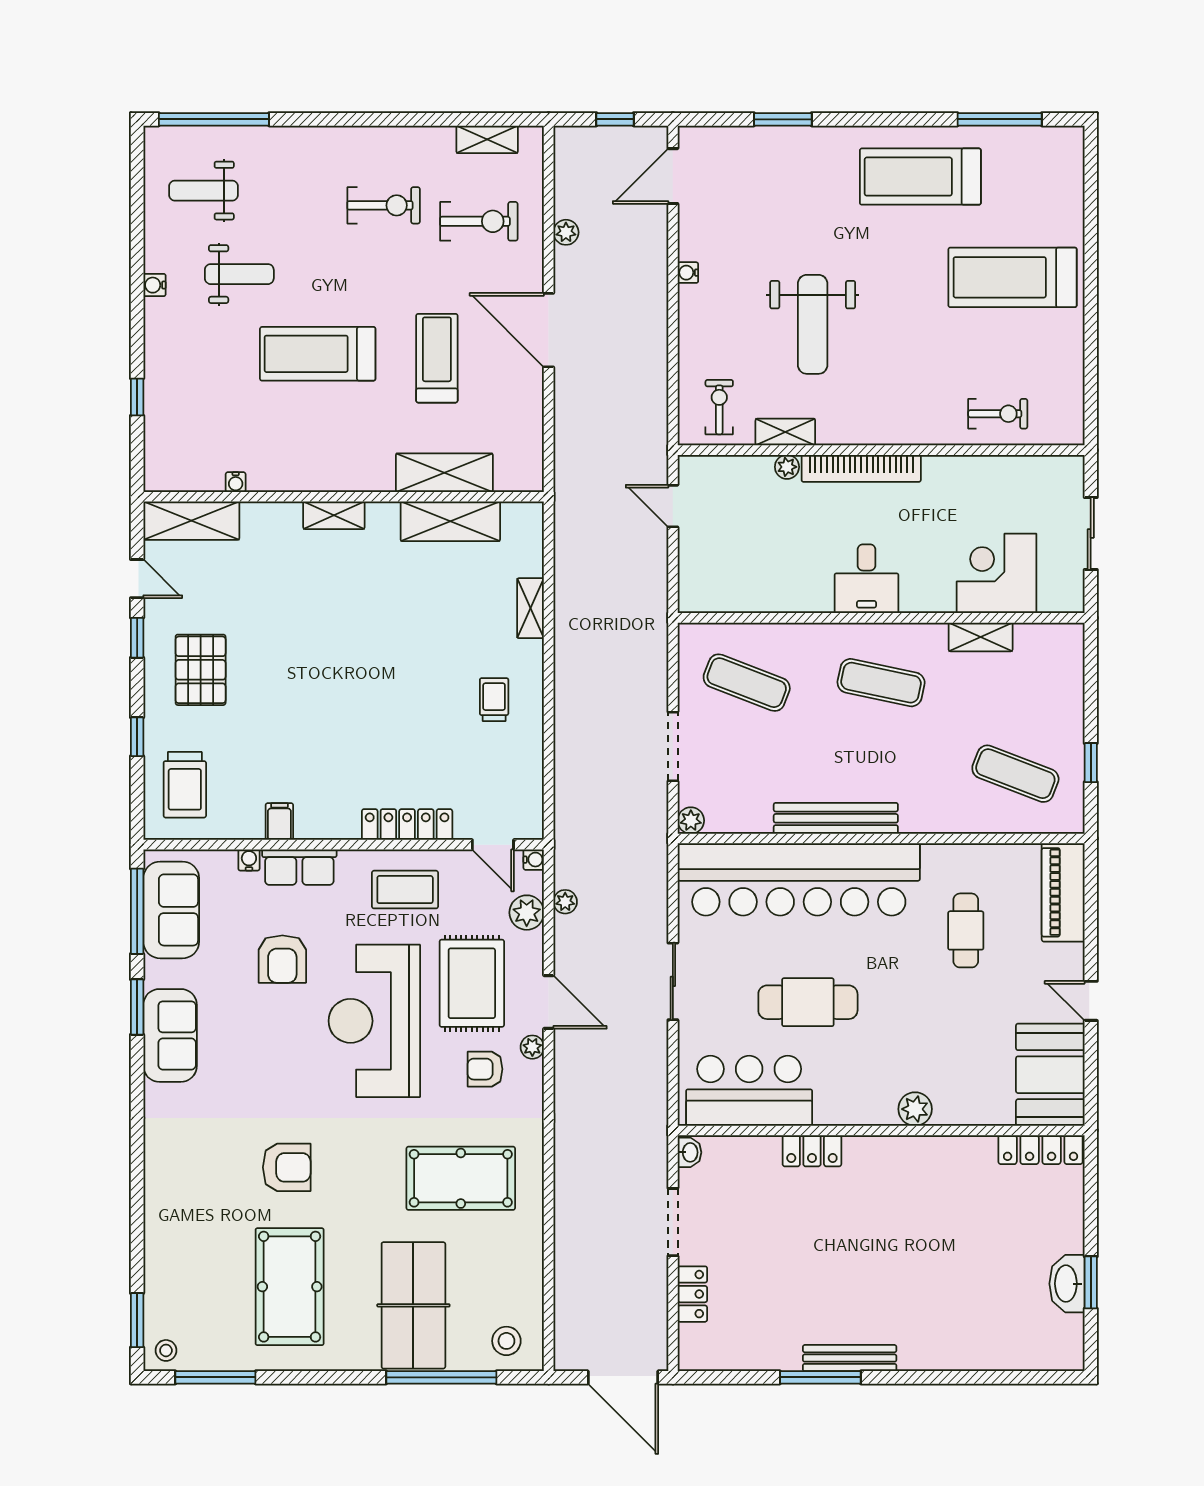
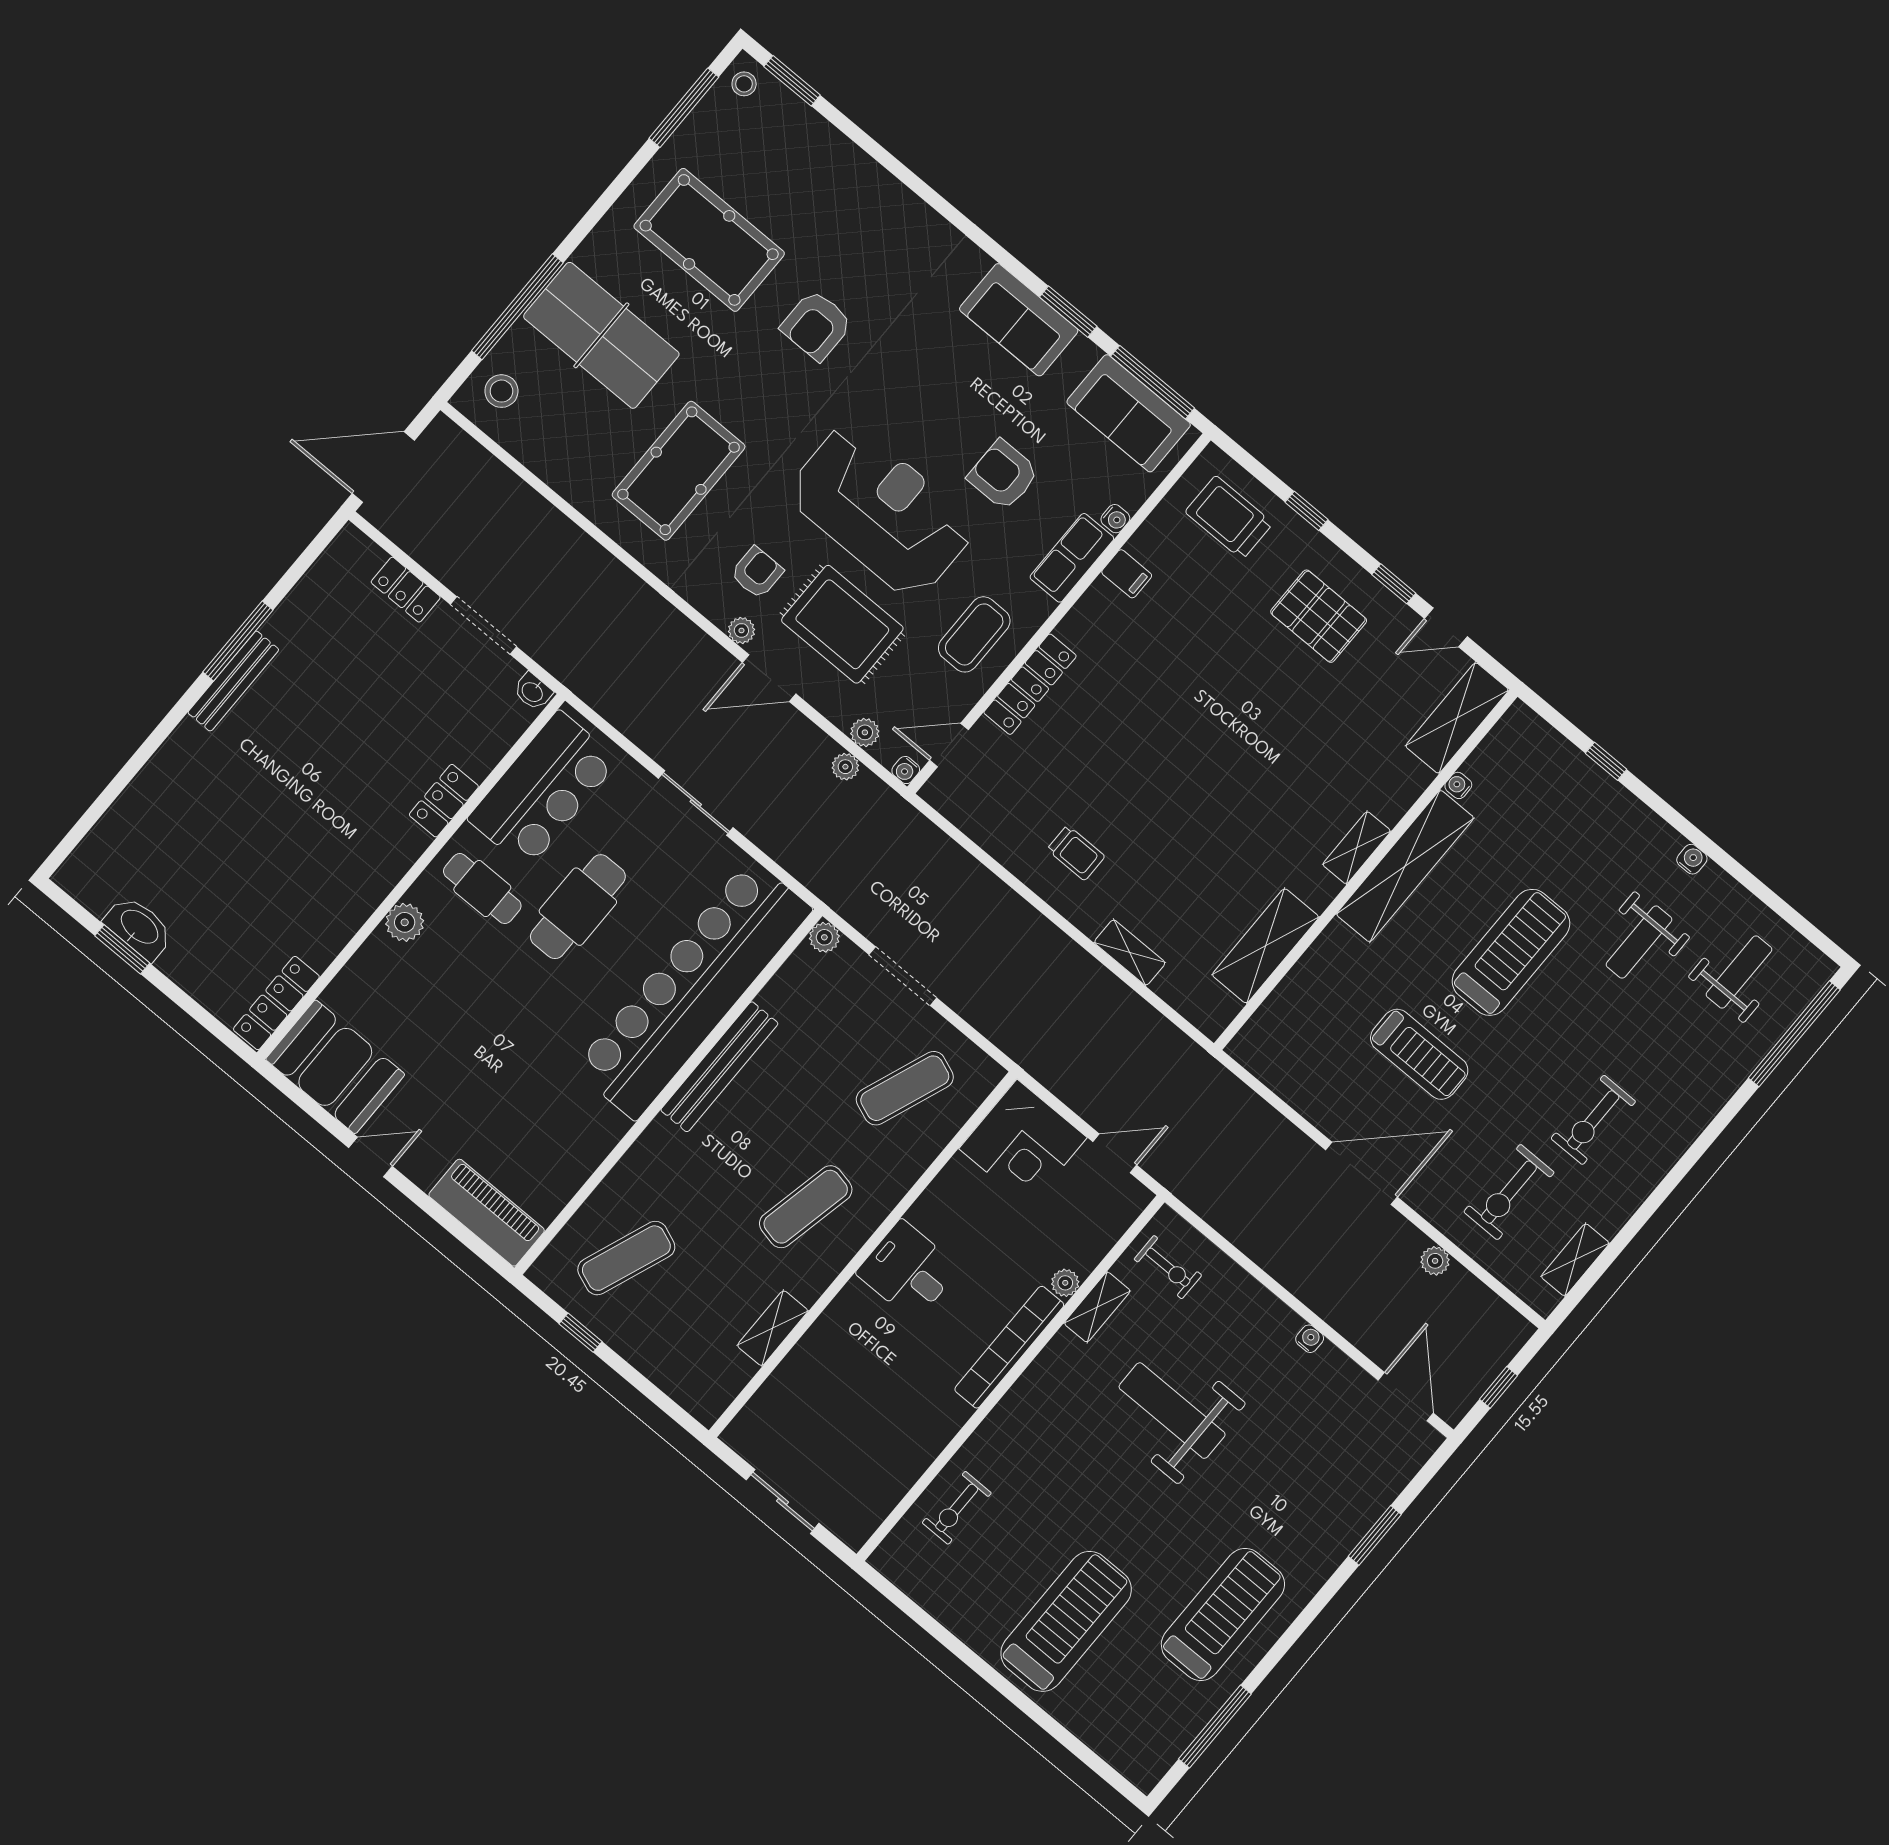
shelving: (444, 473) -> (1405, 866), moved, width x1.47
corner desk: (996, 573) -> (1023, 1143), moved, turned 90
plant: (527, 913) -> (865, 732), width x0.73, depth x0.73
cafe table: (966, 930) -> (482, 889), moved

